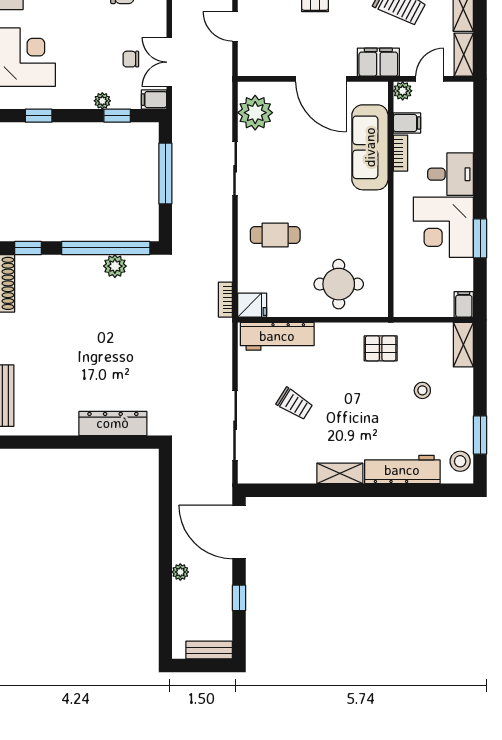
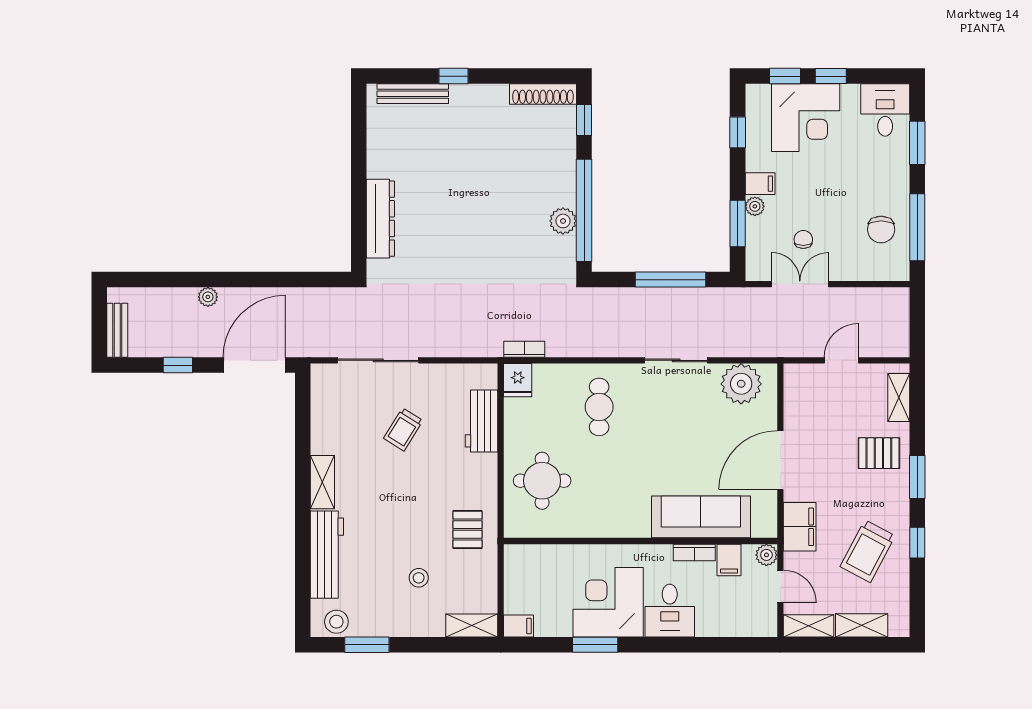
filing cabinet: (154, 100) -> (760, 184), moved, turned 90
window: (117, 116) -> (738, 224), width x1.50
workbench: (277, 336) -> (481, 421), width x0.73

